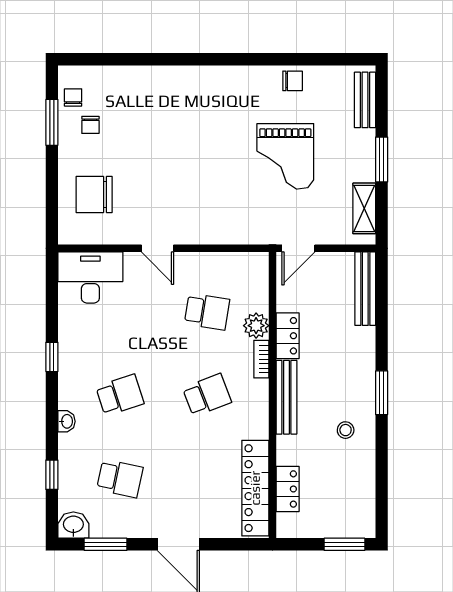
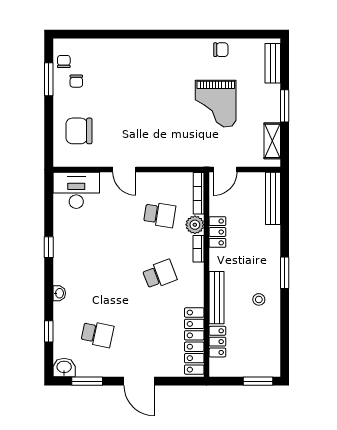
bookcase: (261, 282) -> (199, 193), added
school desk: (120, 395) -> (97, 274), removed
bench: (286, 397) -> (217, 298), moved

